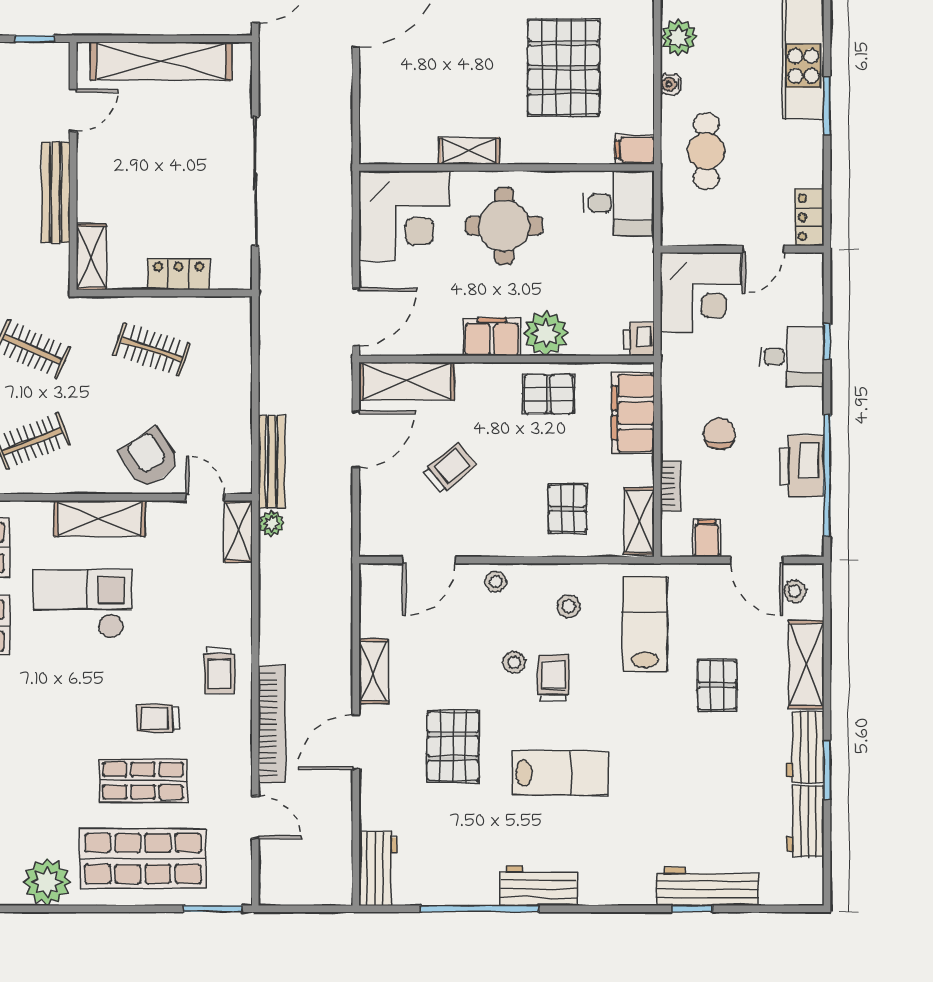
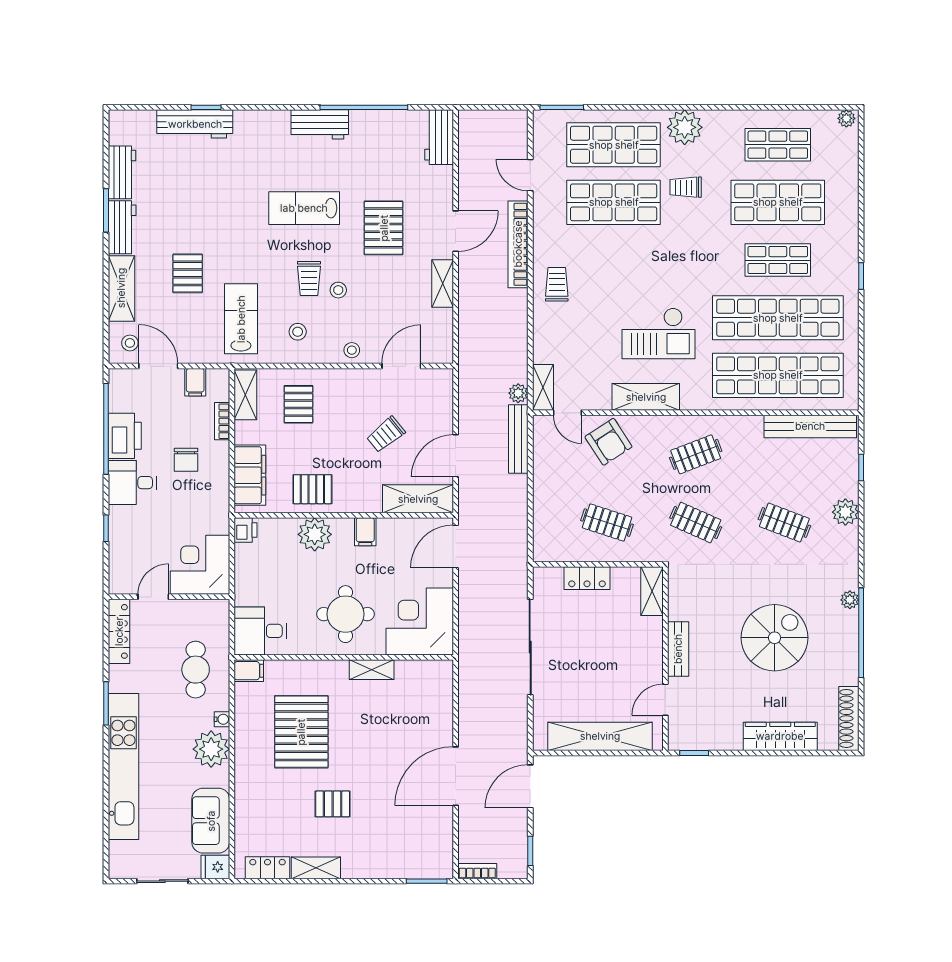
plant: (679, 37) -> (211, 749), width x1.36, depth x1.36
bench: (56, 192) -> (678, 649), width x0.73
locker: (809, 217) -> (119, 631), width x1.53
filing cabinet: (492, 337) -> (365, 532), width x0.50
desk: (792, 357) -> (132, 483), moved
lab bench: (645, 624) -> (241, 319), turned 180
trolley: (158, 718) -> (686, 187), moved, turned 180
shop shelf: (143, 781) -> (614, 202), width x1.43, depth x1.36

